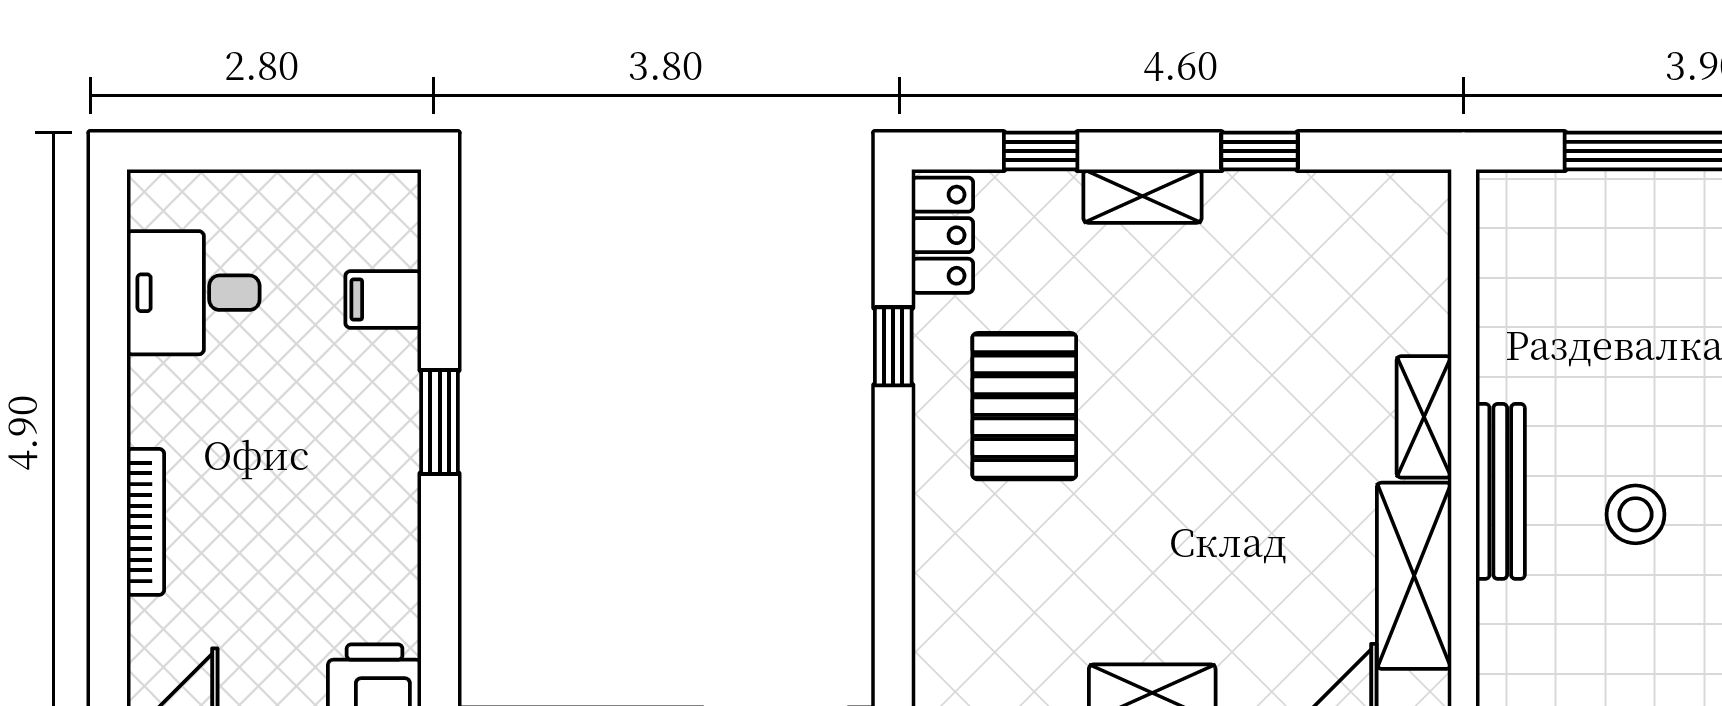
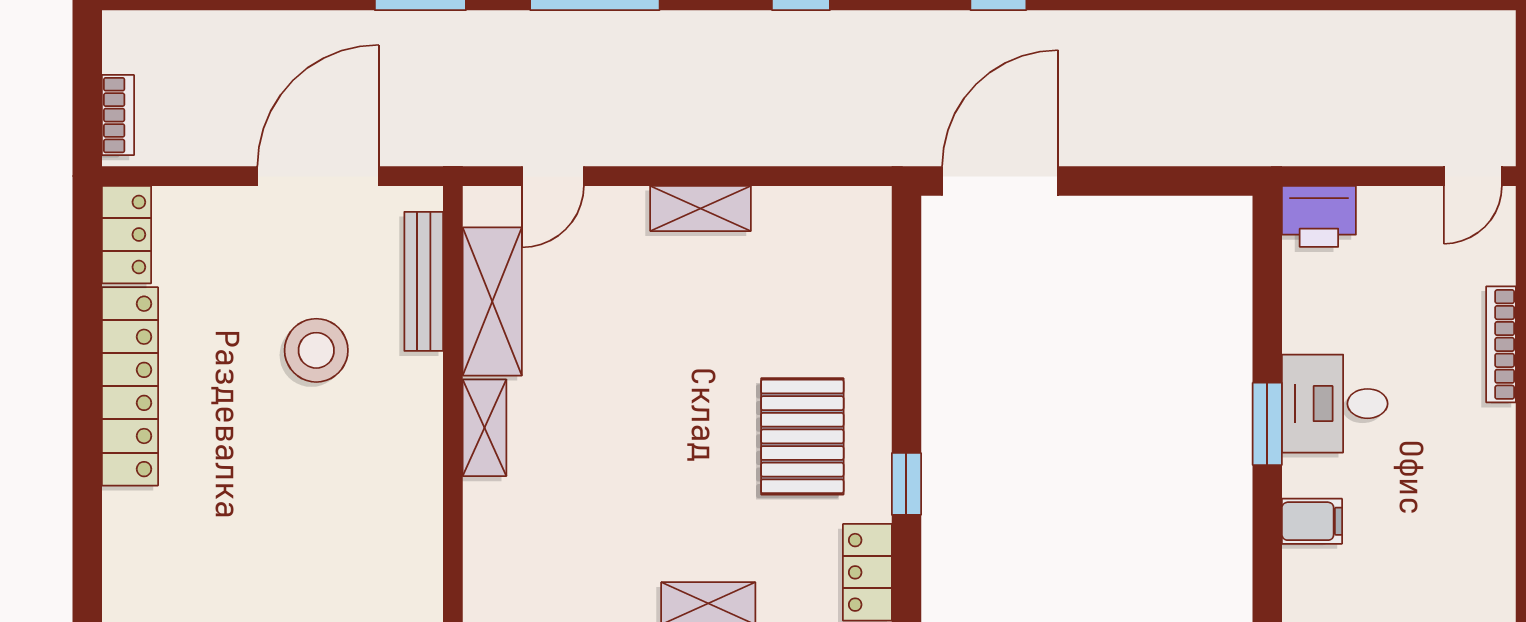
desk: (193, 293) -> (1335, 404), moved, turned 180
bench: (1500, 491) -> (424, 281), moved
stool: (1635, 514) -> (316, 350), width x1.38, depth x1.38

